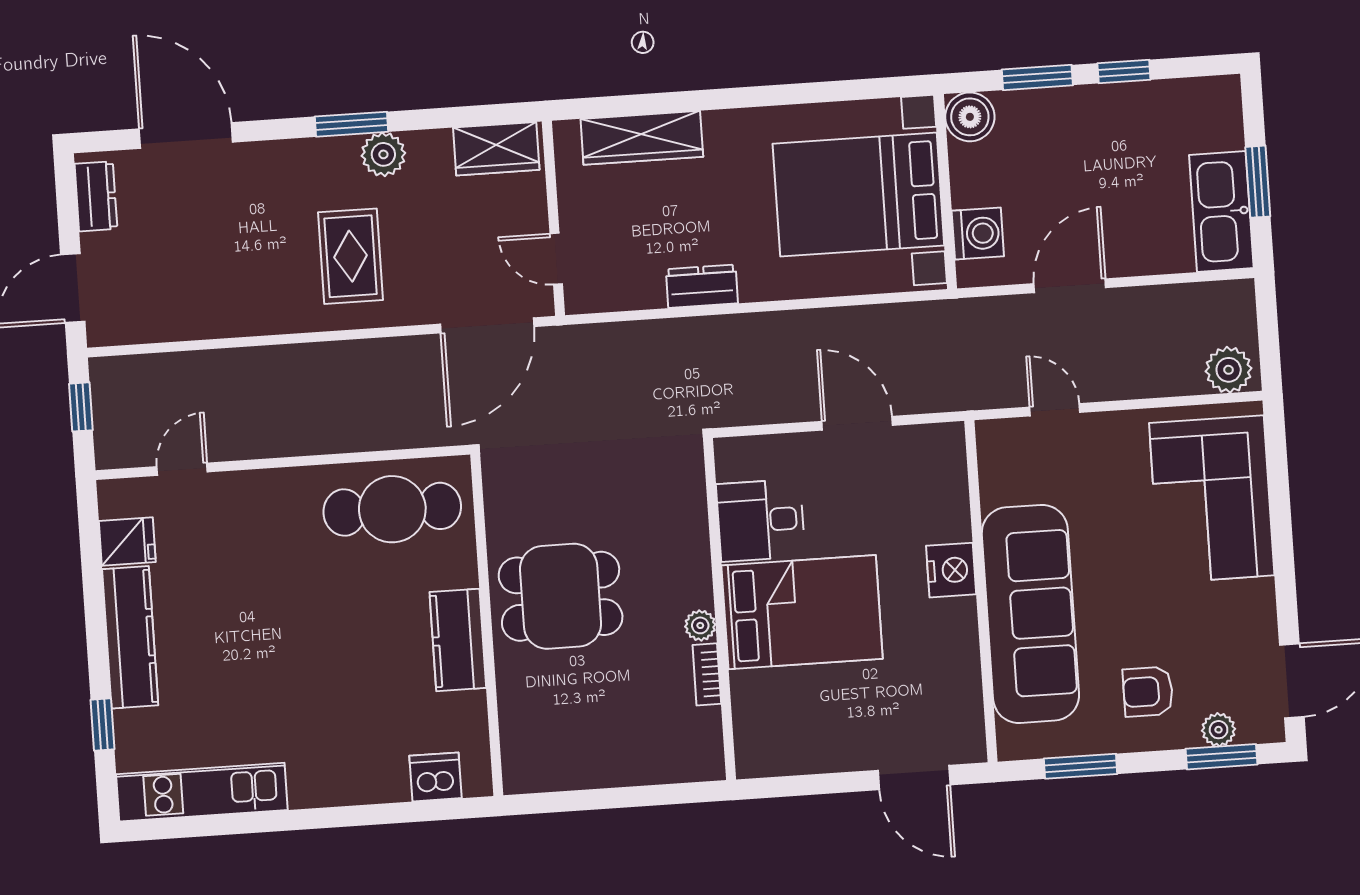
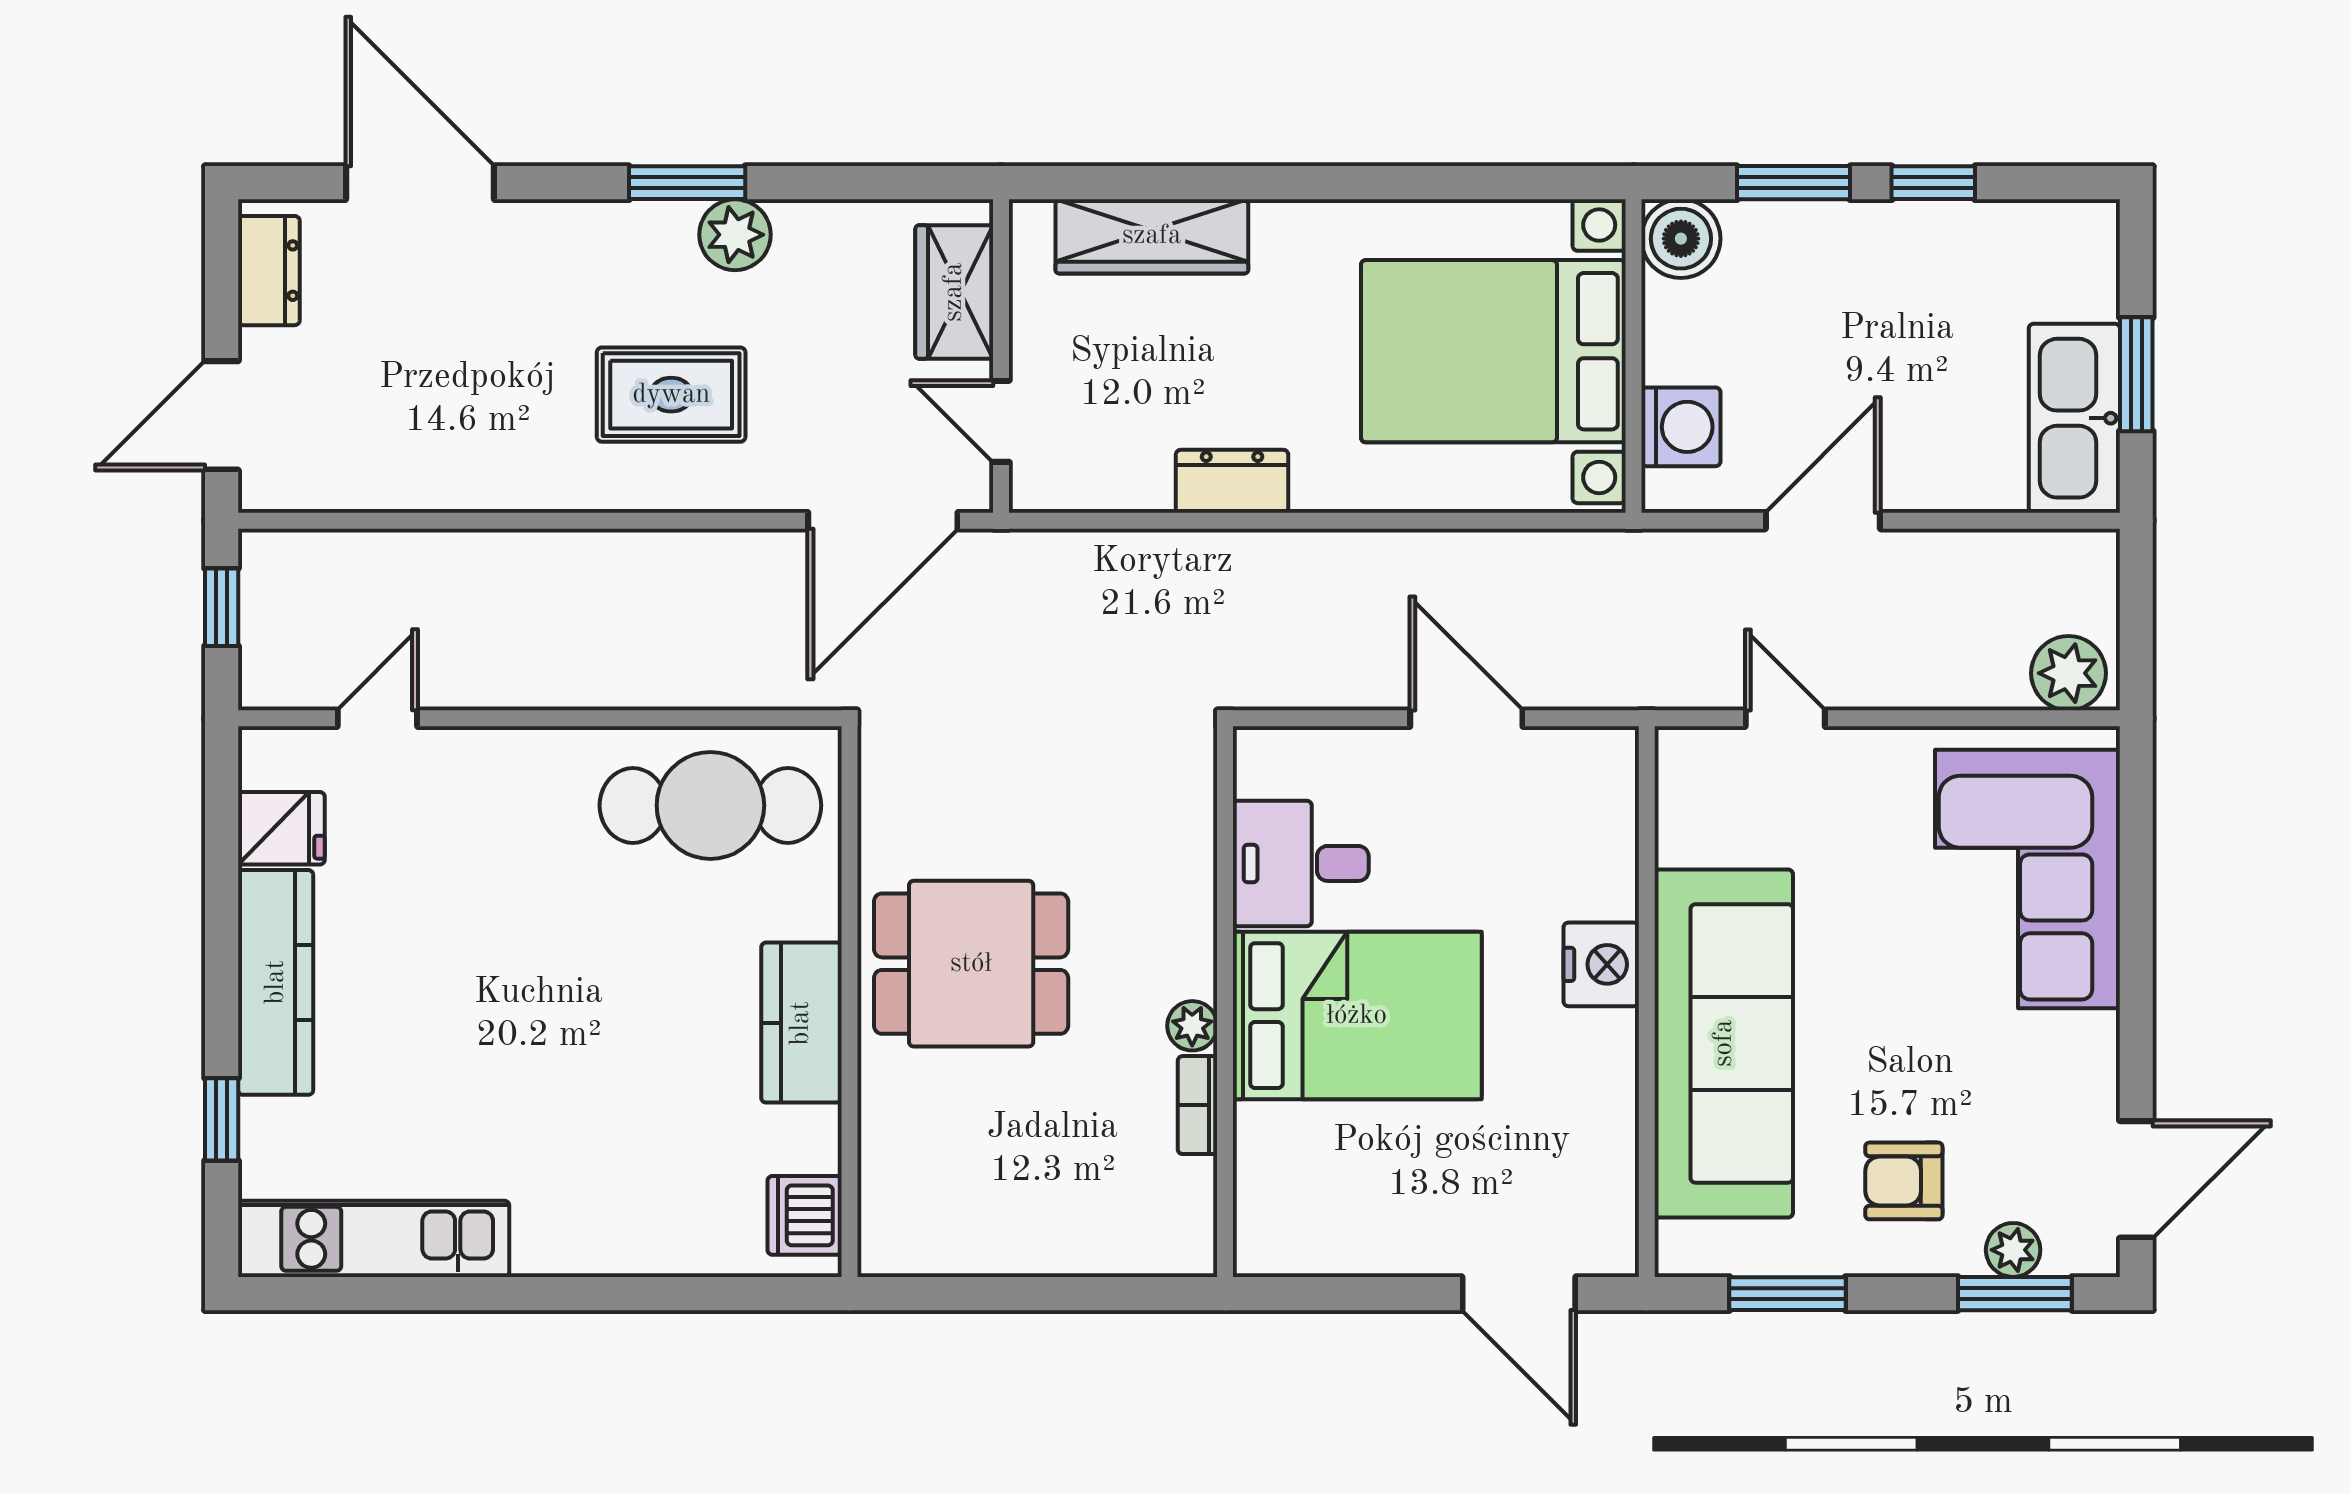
wardrobe: (496, 149) -> (954, 292), moved, turned 90
rug: (351, 256) -> (671, 395), turned 90
dishwasher: (435, 777) -> (805, 1215), moved, turned -90

